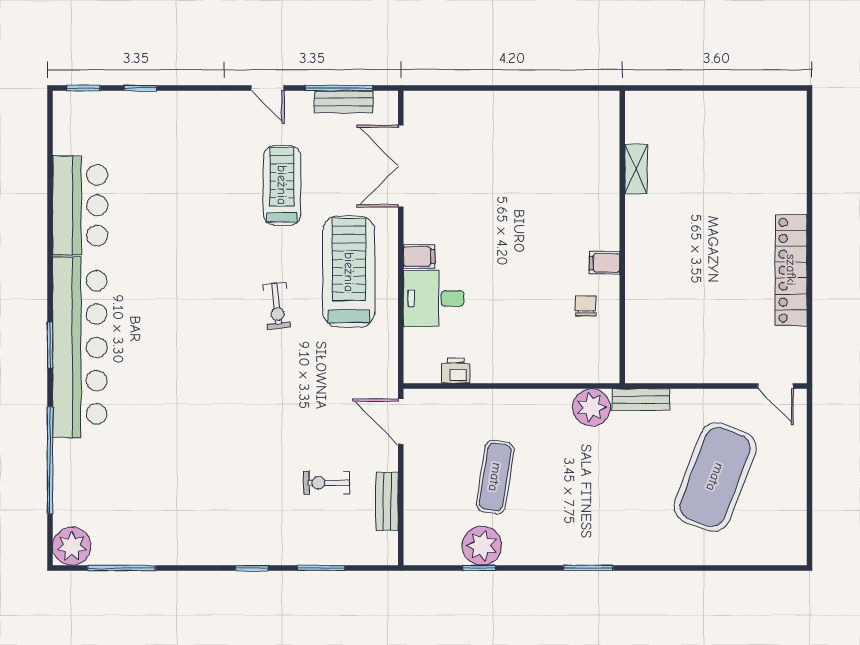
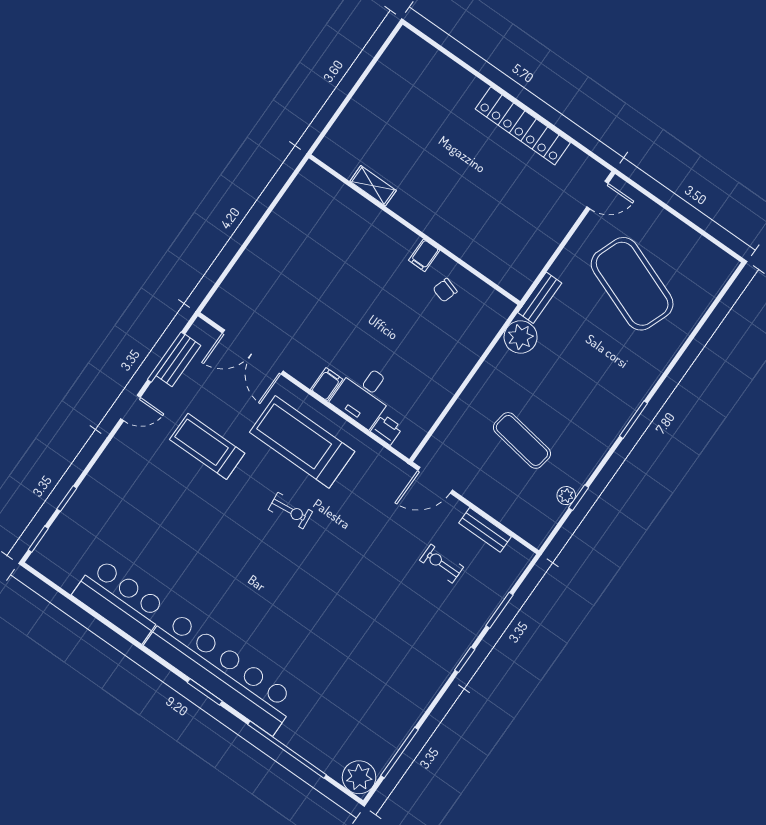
chair: (586, 306) -> (445, 290), turned -73
printer: (456, 371) -> (387, 430), moved, turned 90
exercise bike: (327, 483) -> (442, 564), turned 90
plant: (482, 546) -> (566, 496), width x0.53, depth x0.53

